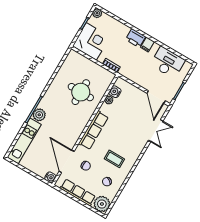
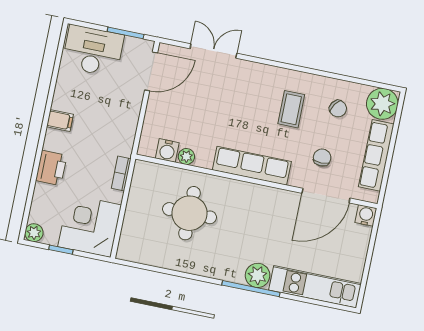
printer: (135, 38) -> (51, 168), moved
desk: (168, 62) -> (93, 51), moved, turned 90

